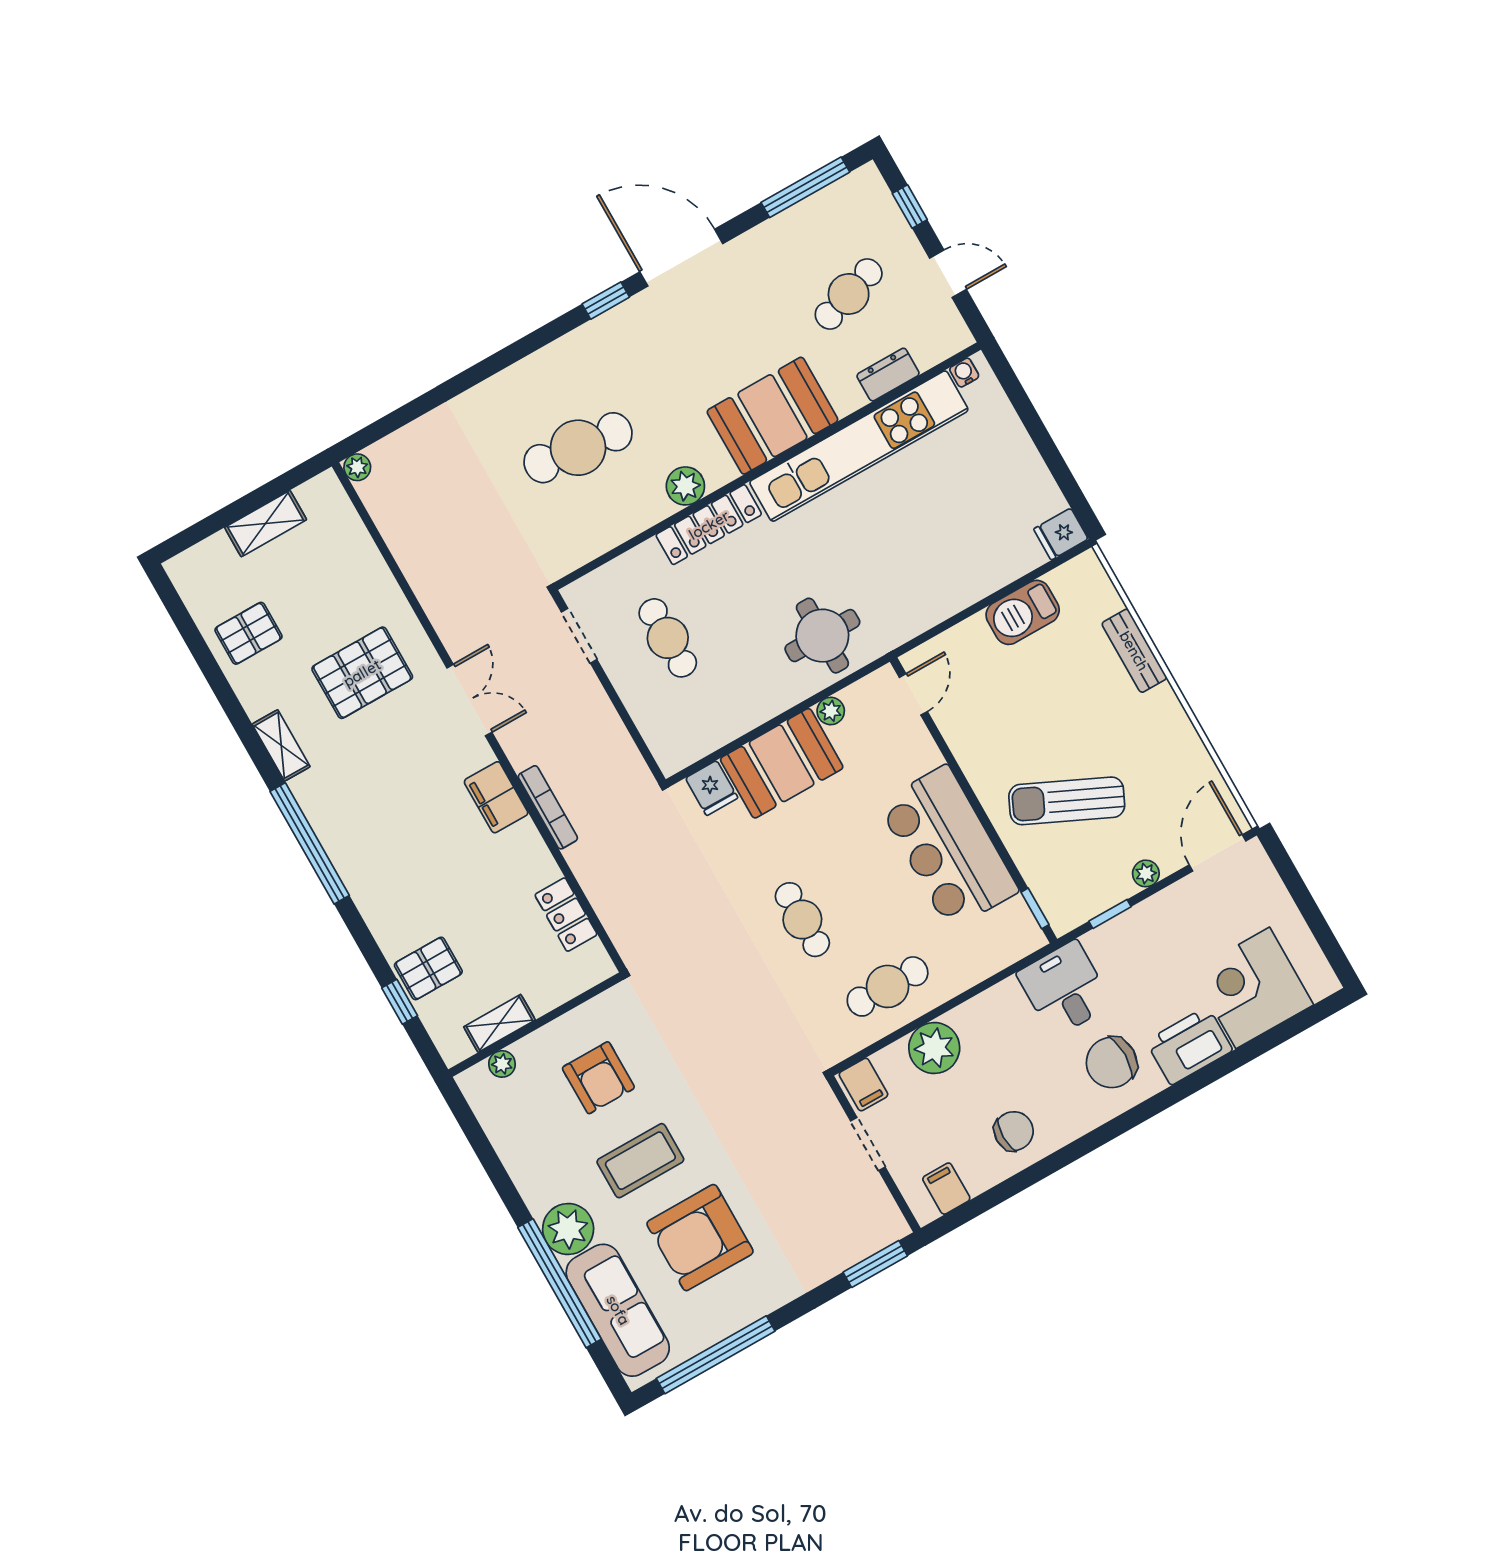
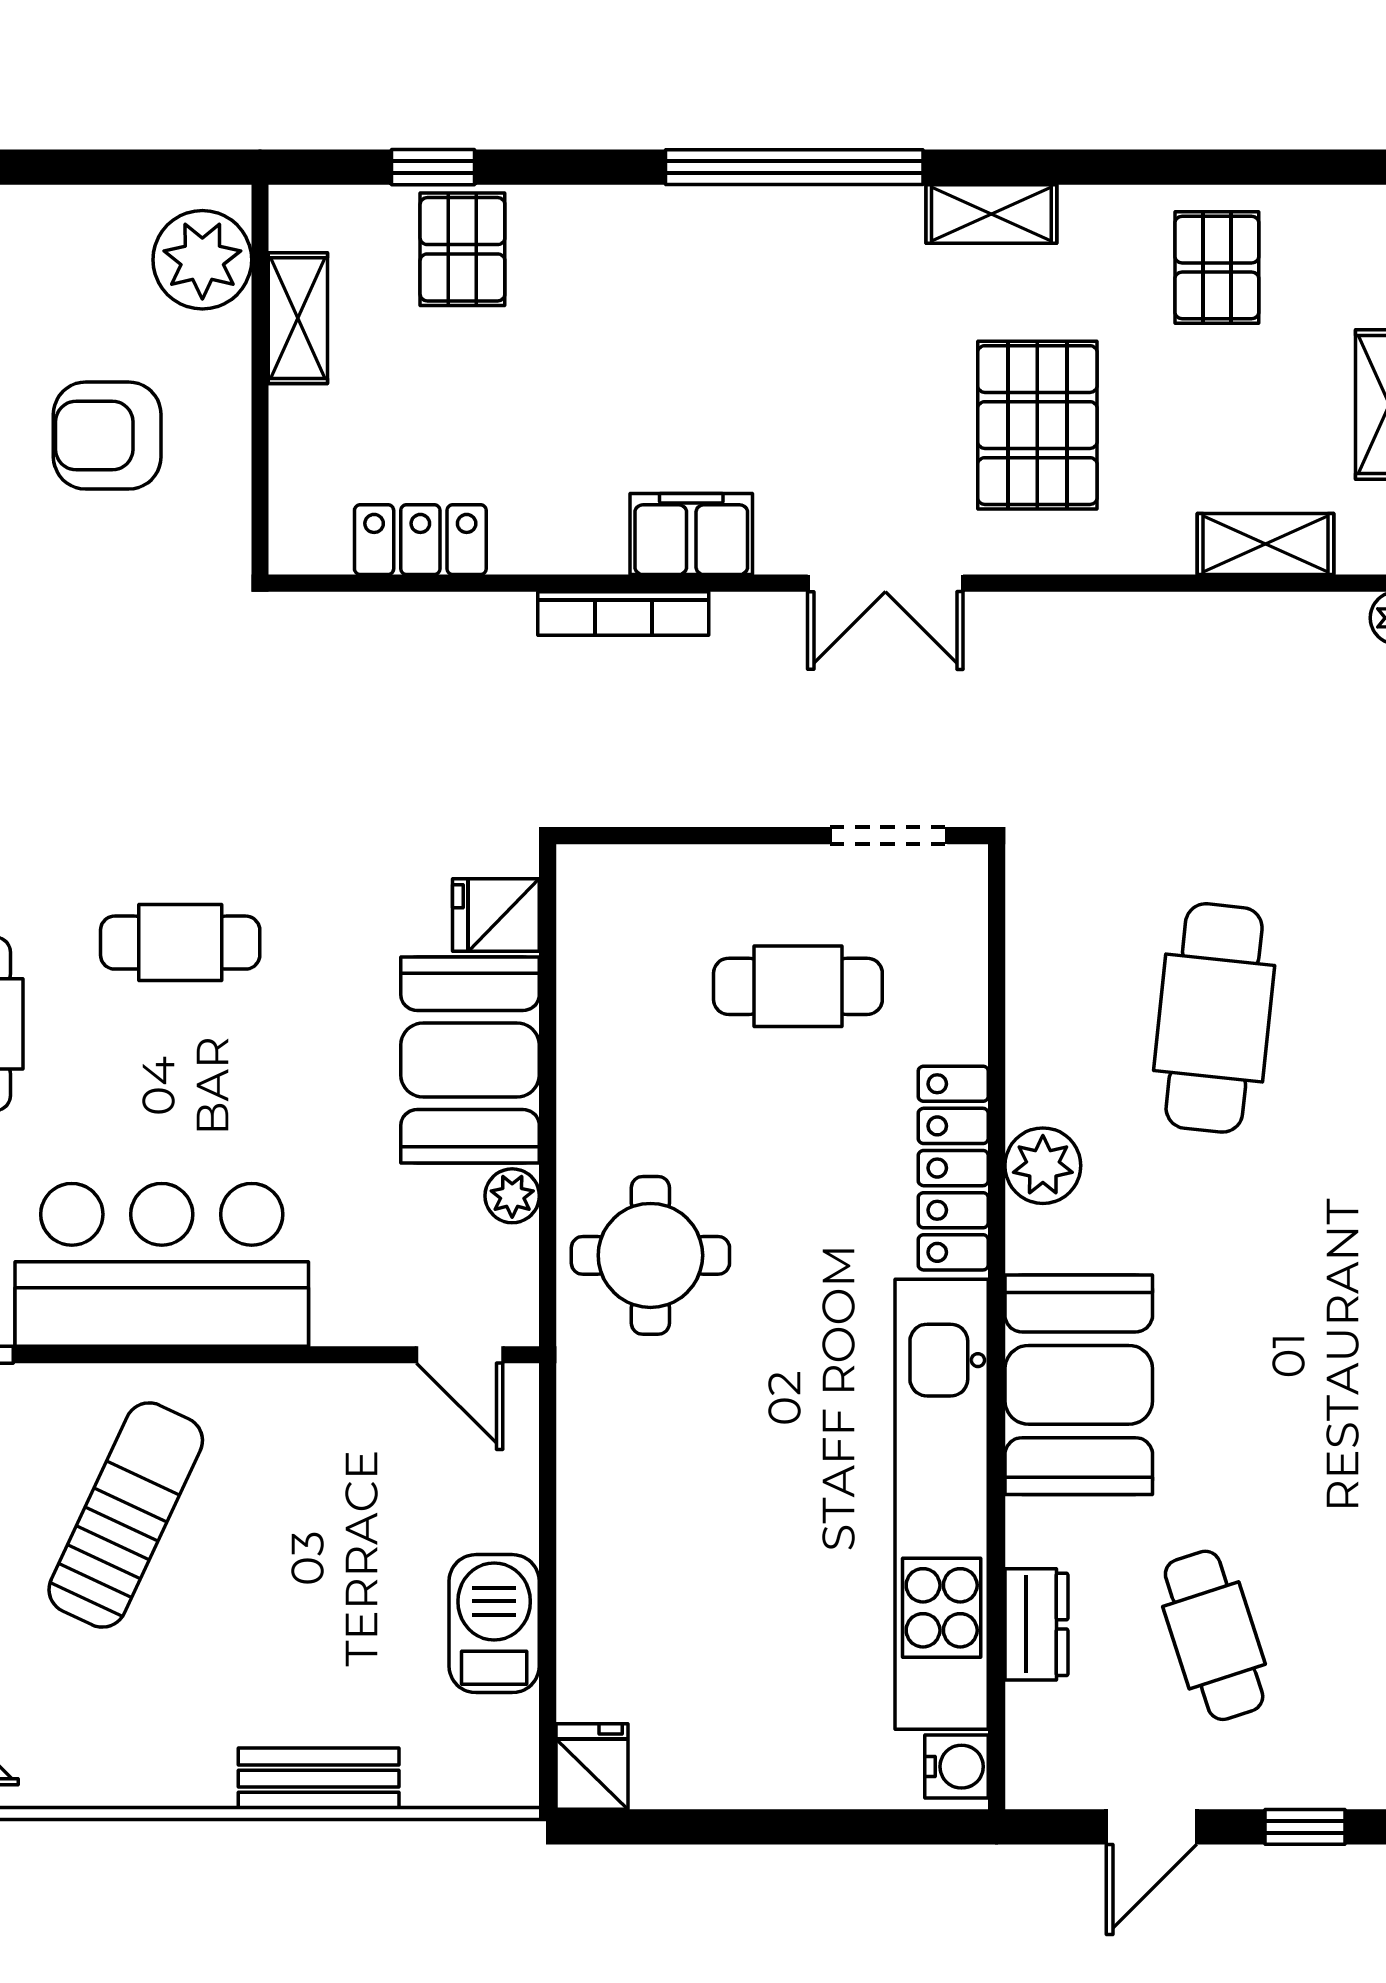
water cooler: (964, 373) -> (957, 1767), width x1.38, depth x1.38
shelving: (358, 543) -> (1266, 544), added
plant: (502, 1064) -> (202, 260), width x1.88, depth x1.88

